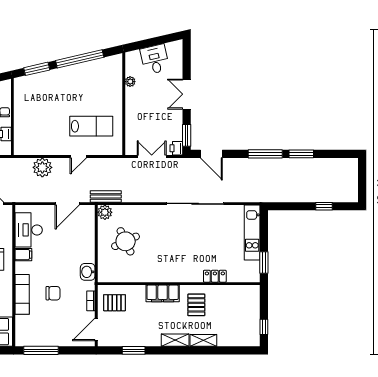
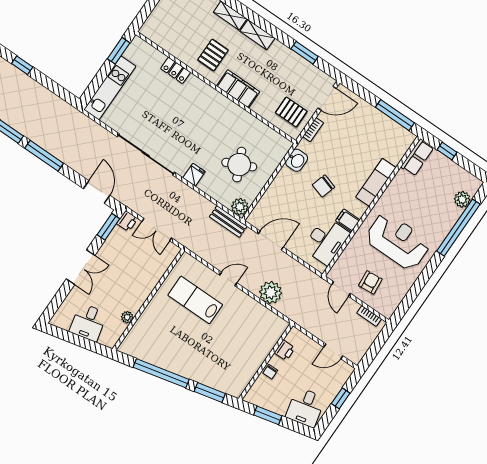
fridge: (152, 213) -> (194, 175), added
chair: (53, 293) -> (324, 186), moved, turned -73

